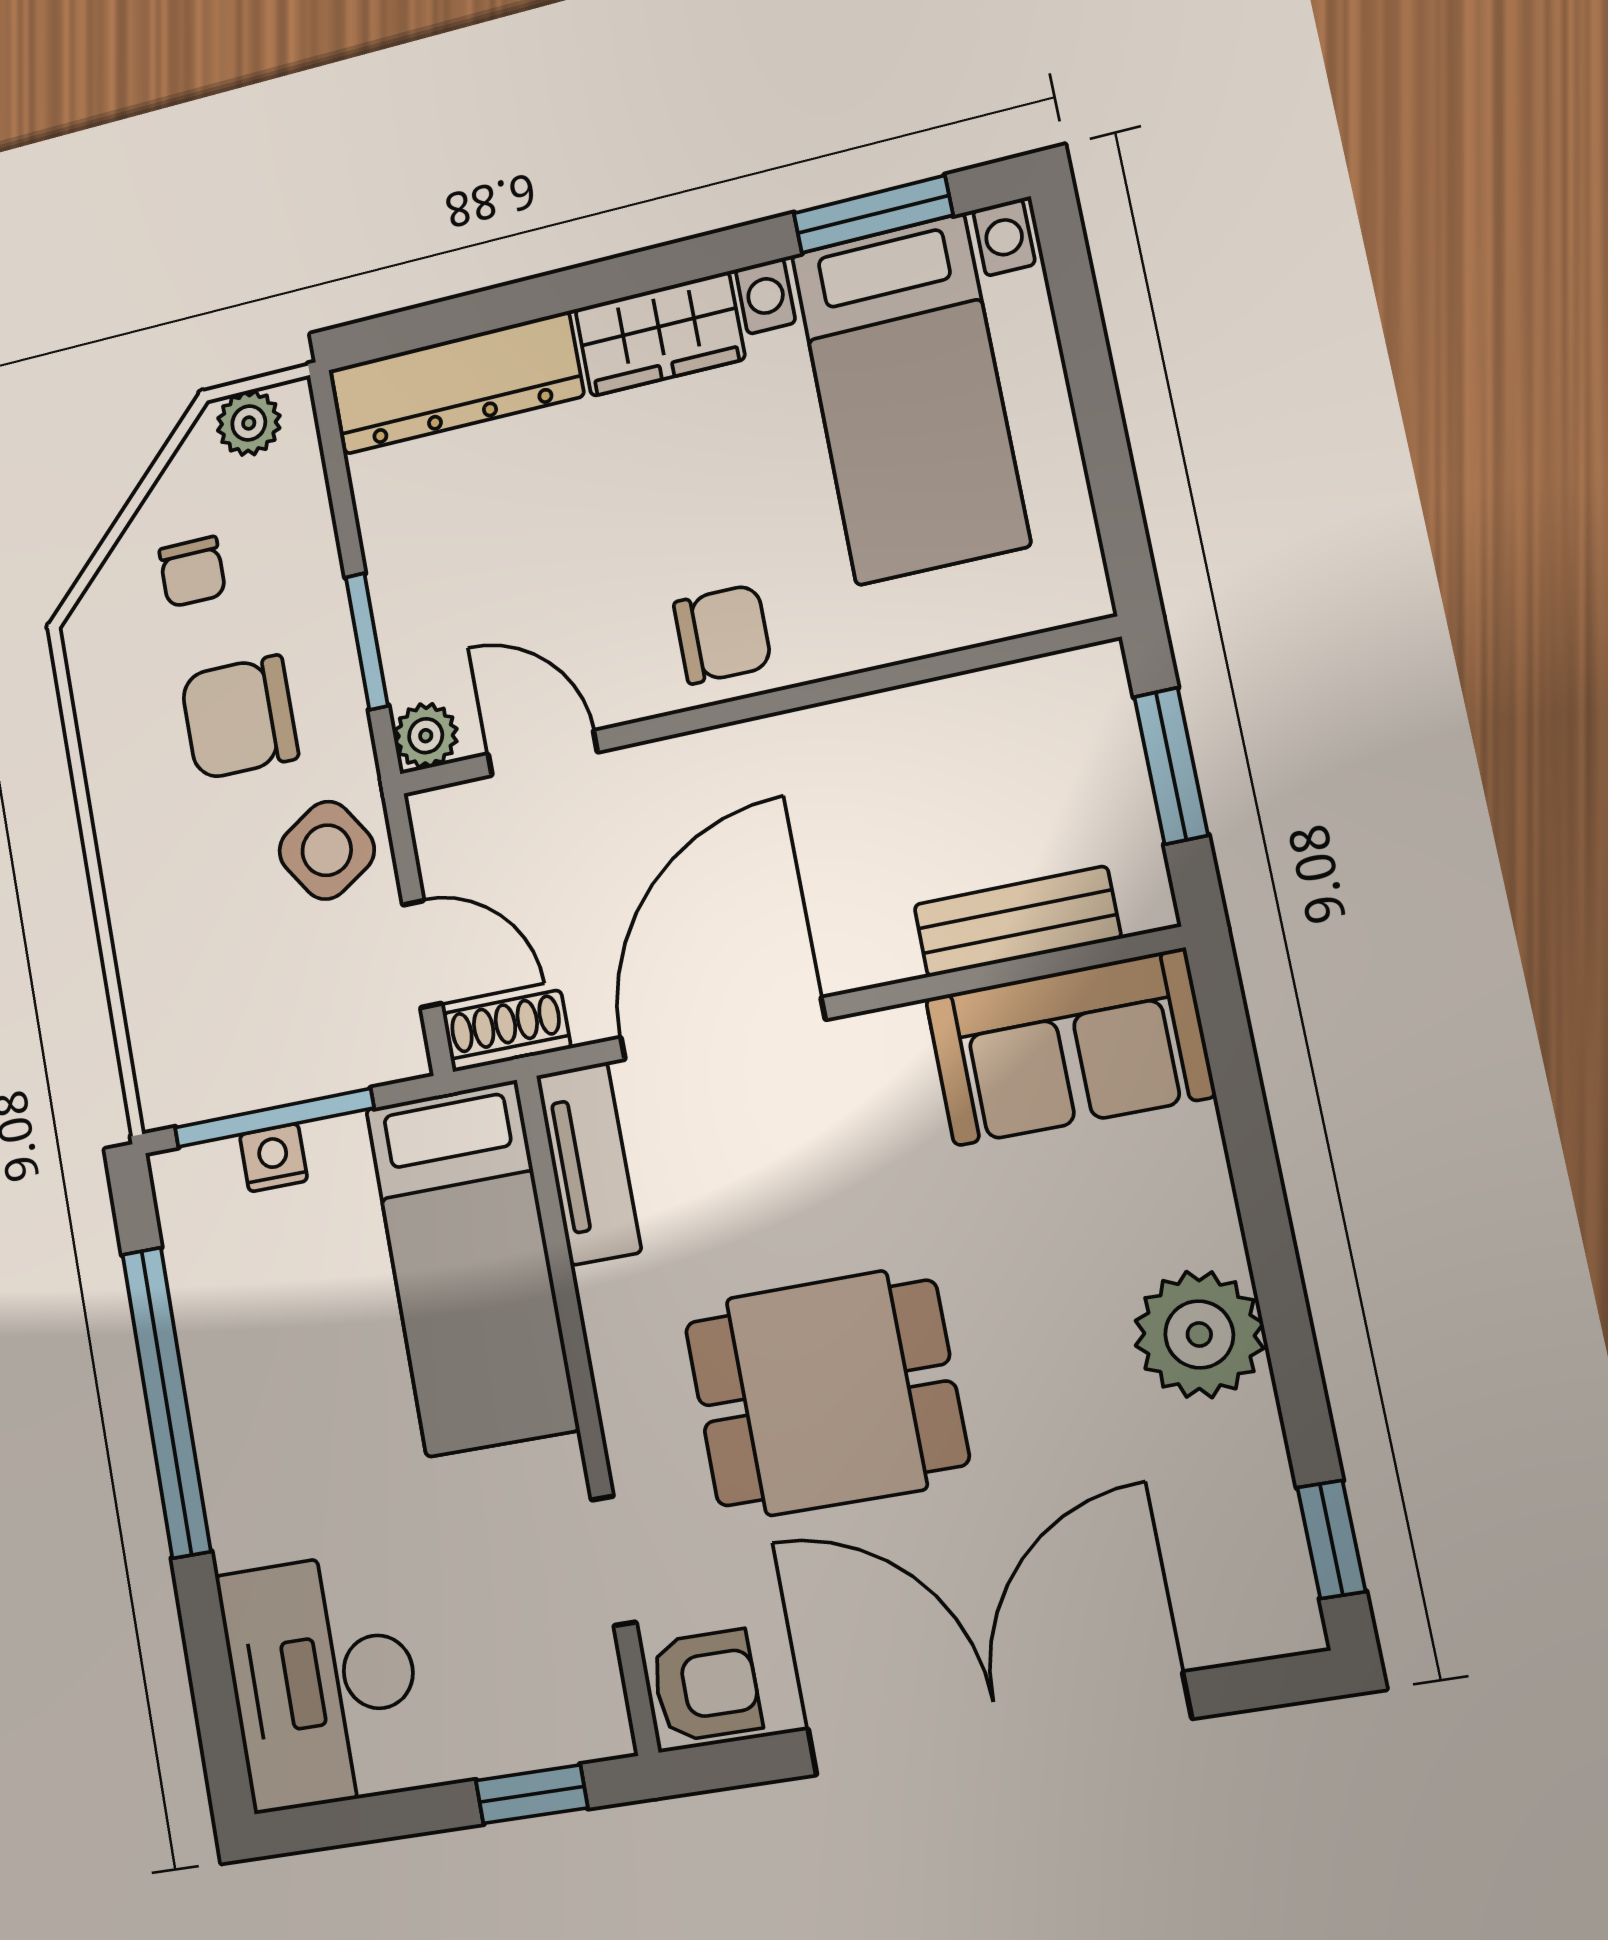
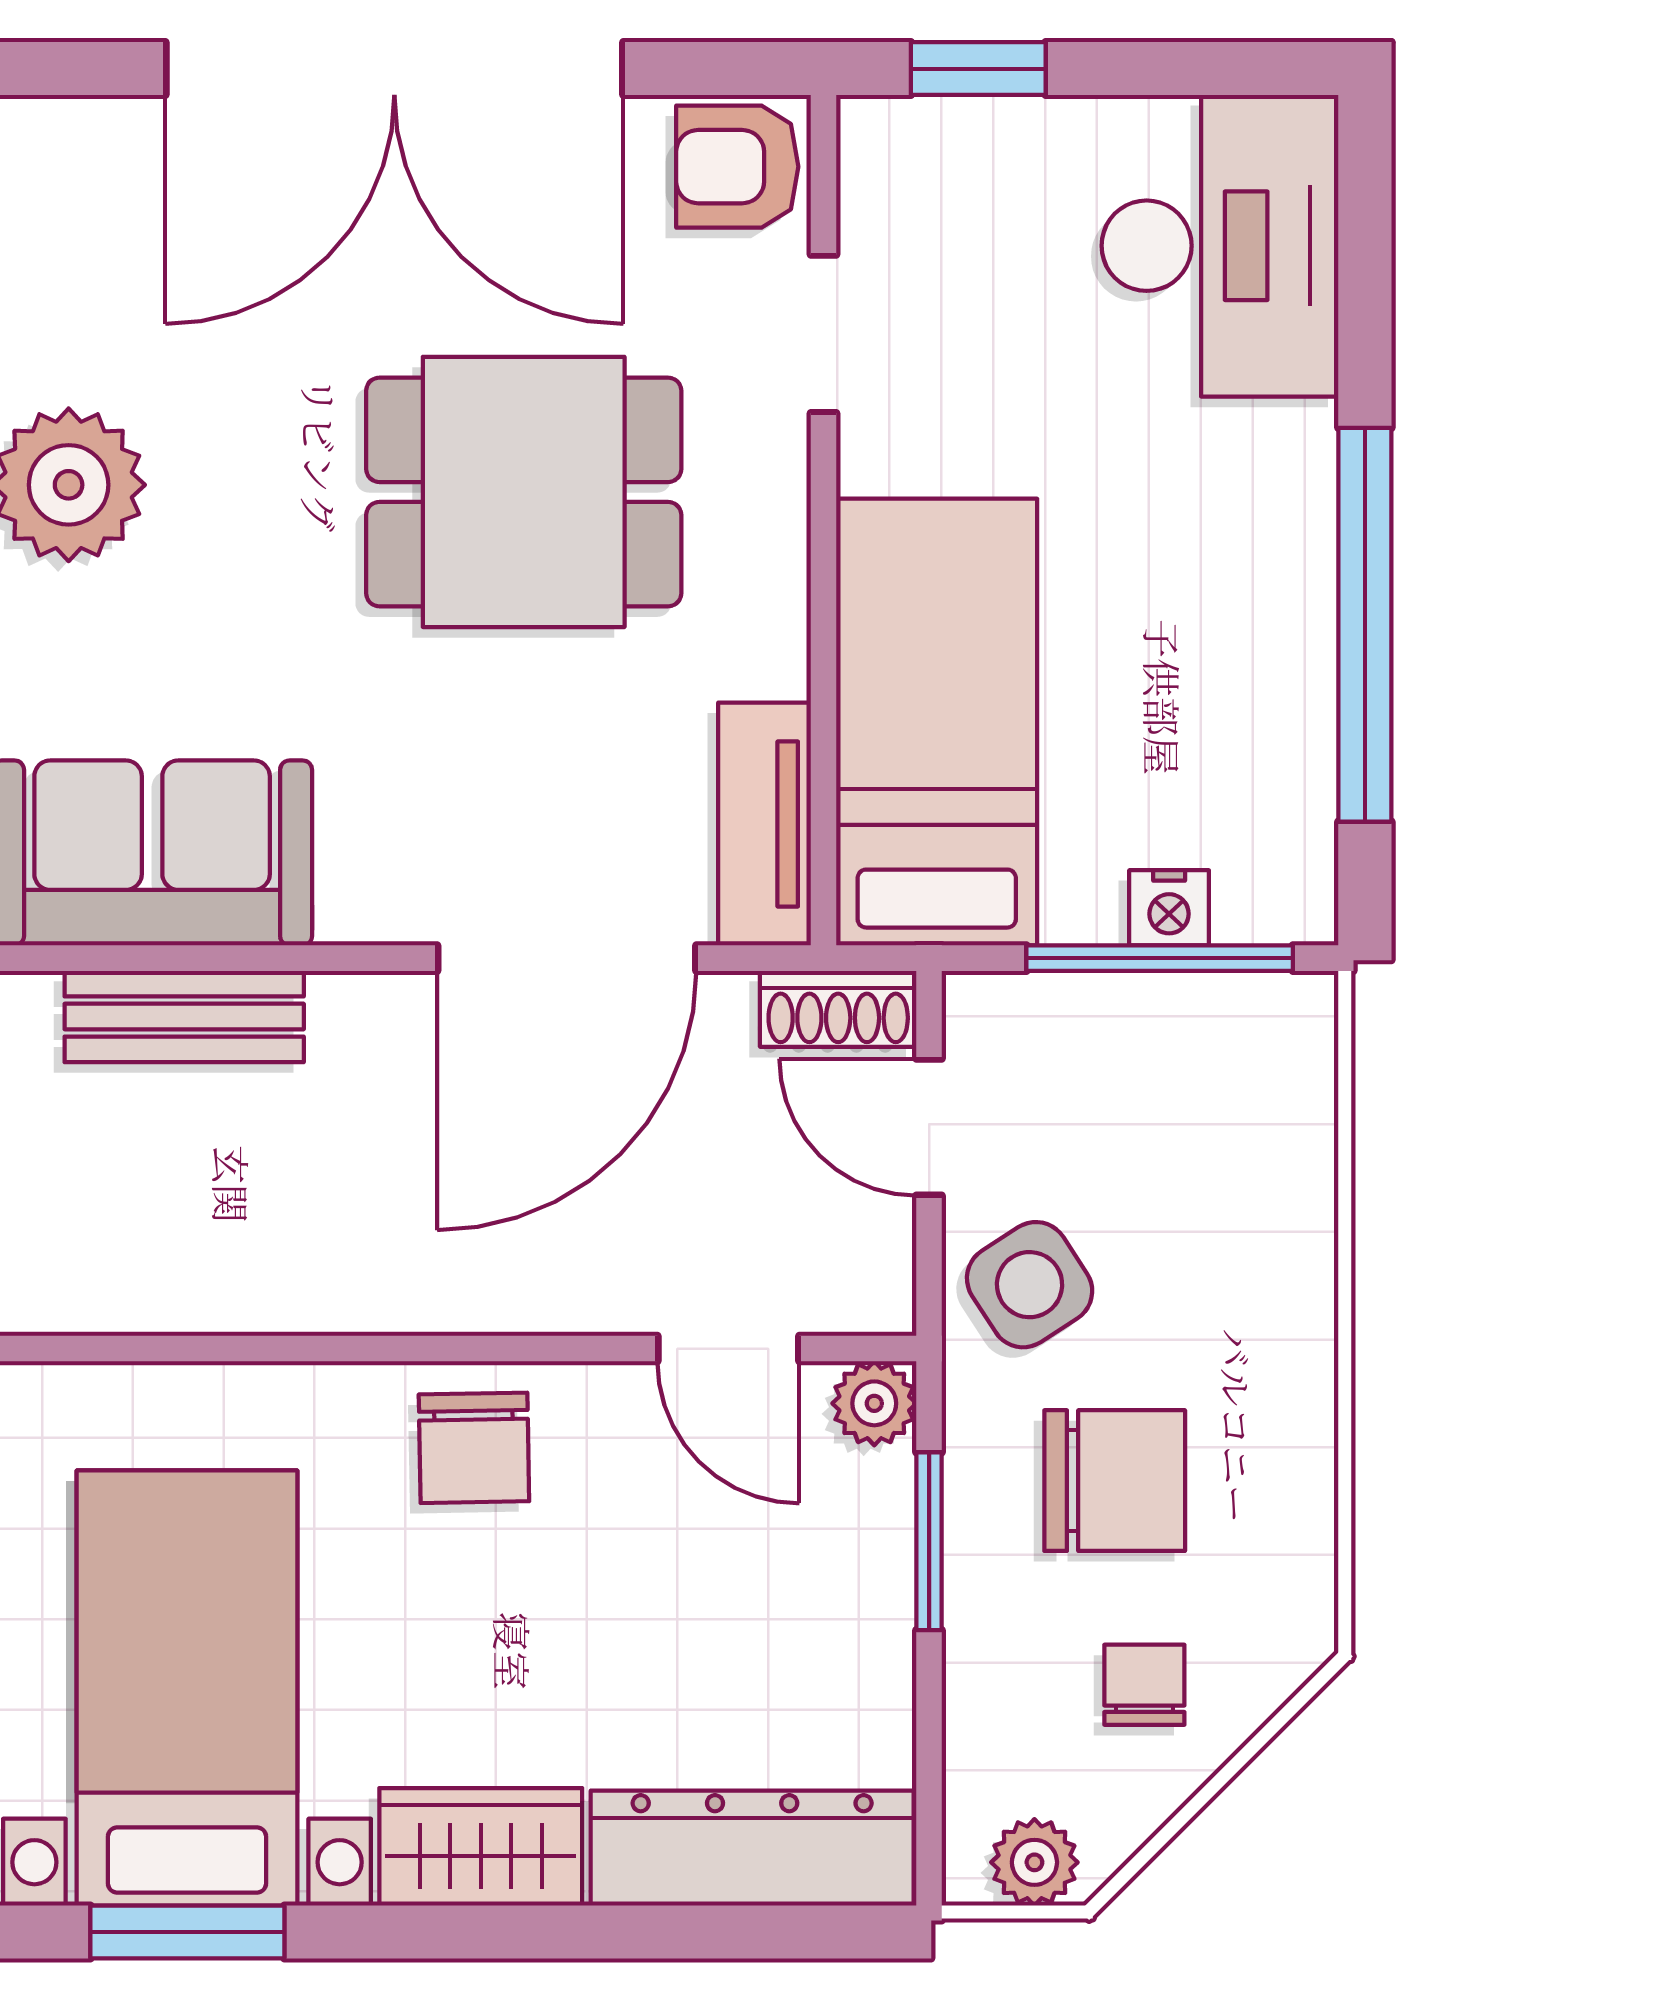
chair: (723, 634) -> (474, 1448), turned -91

